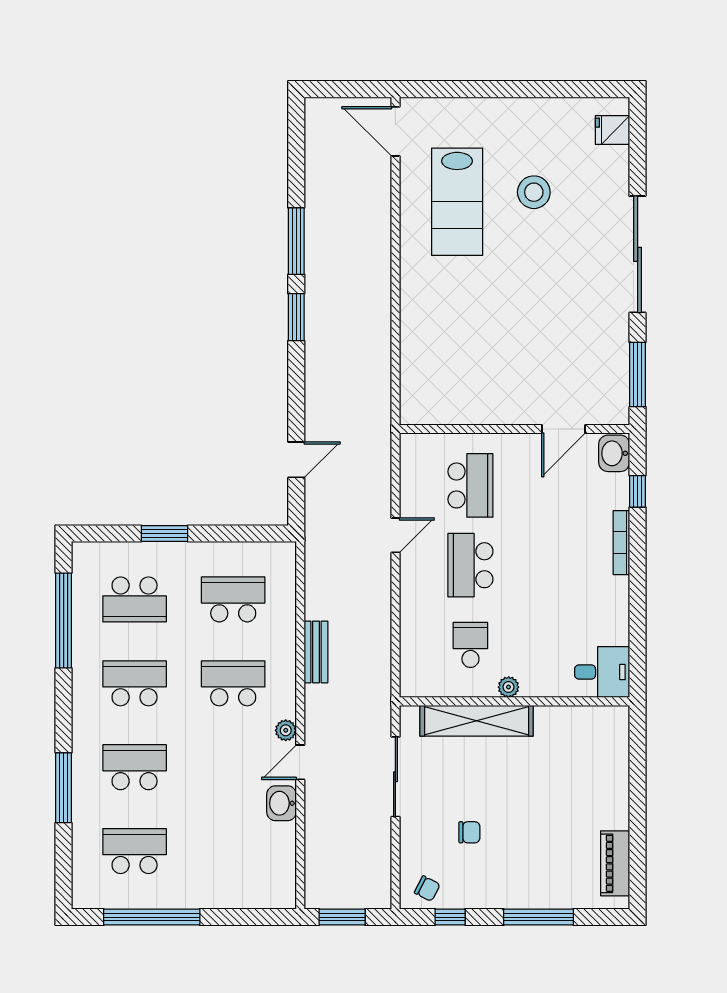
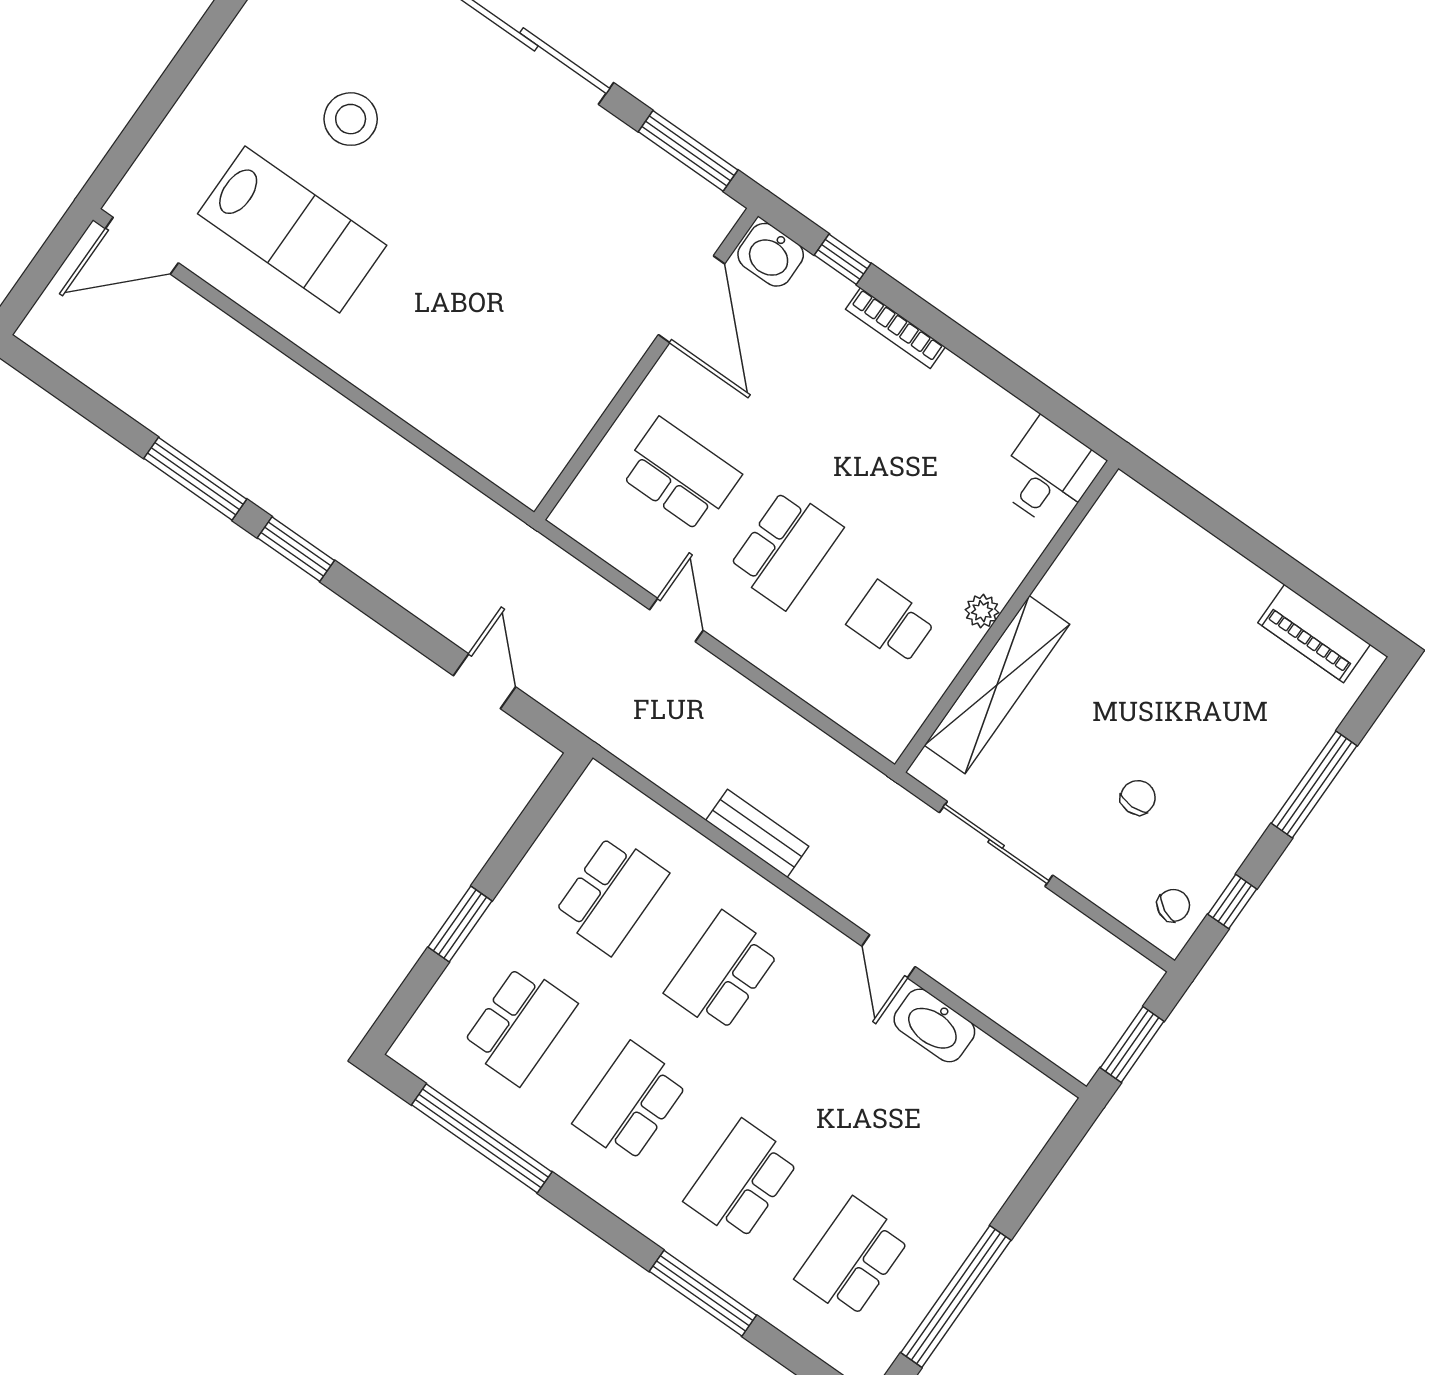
door: (563, 429) -> (692, 299), width x1.36
school desk: (470, 565) -> (786, 549), turned -90
school desk: (233, 599) -> (611, 894), turned 180
plant: (286, 730) -> (833, 946), removed
washbasin: (282, 803) -> (934, 1025), width x1.38

